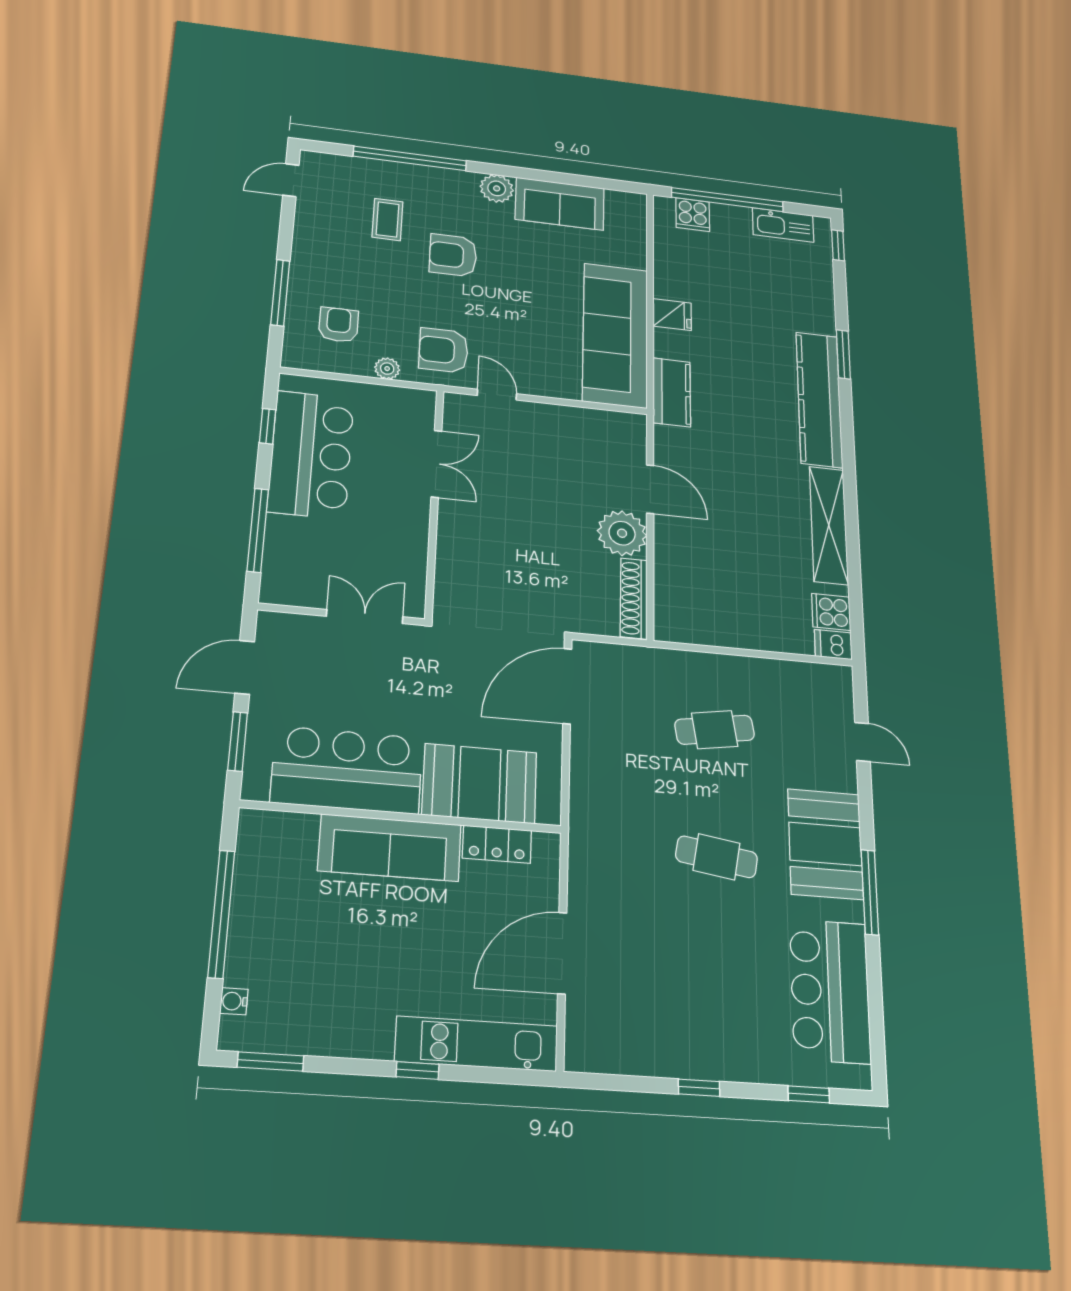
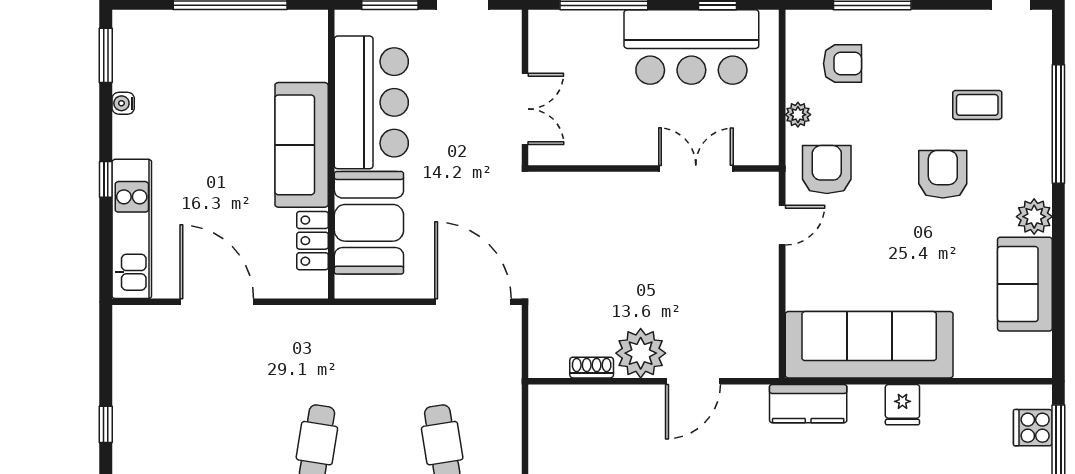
double door: (436, 464) -> (696, 168), swing flipped
shoe rack: (634, 598) -> (592, 368), width x0.51, depth x0.81
water cooler: (234, 1001) -> (123, 103), moved, turned -90

